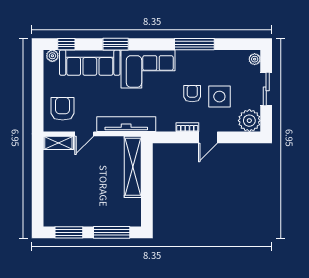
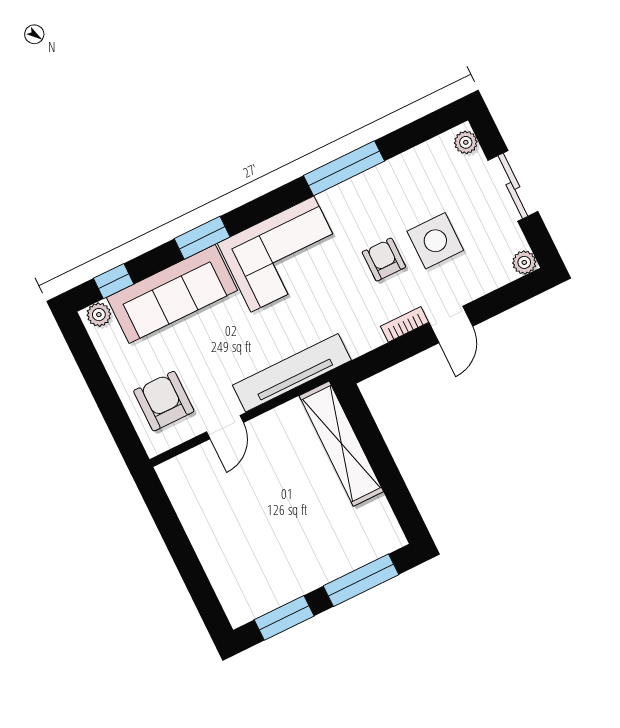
plant: (249, 121) -> (524, 262), width x0.53, depth x0.53
shelving: (58, 143) -> (186, 466), removed

